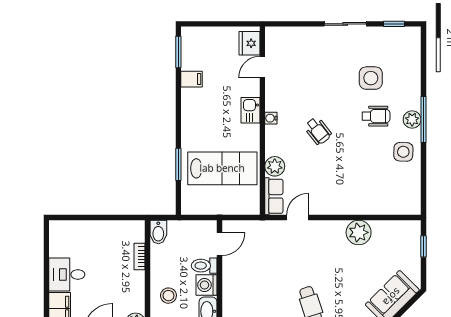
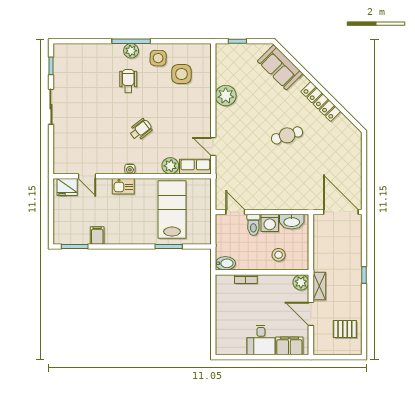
side table: (371, 78) -> (181, 74), moved

